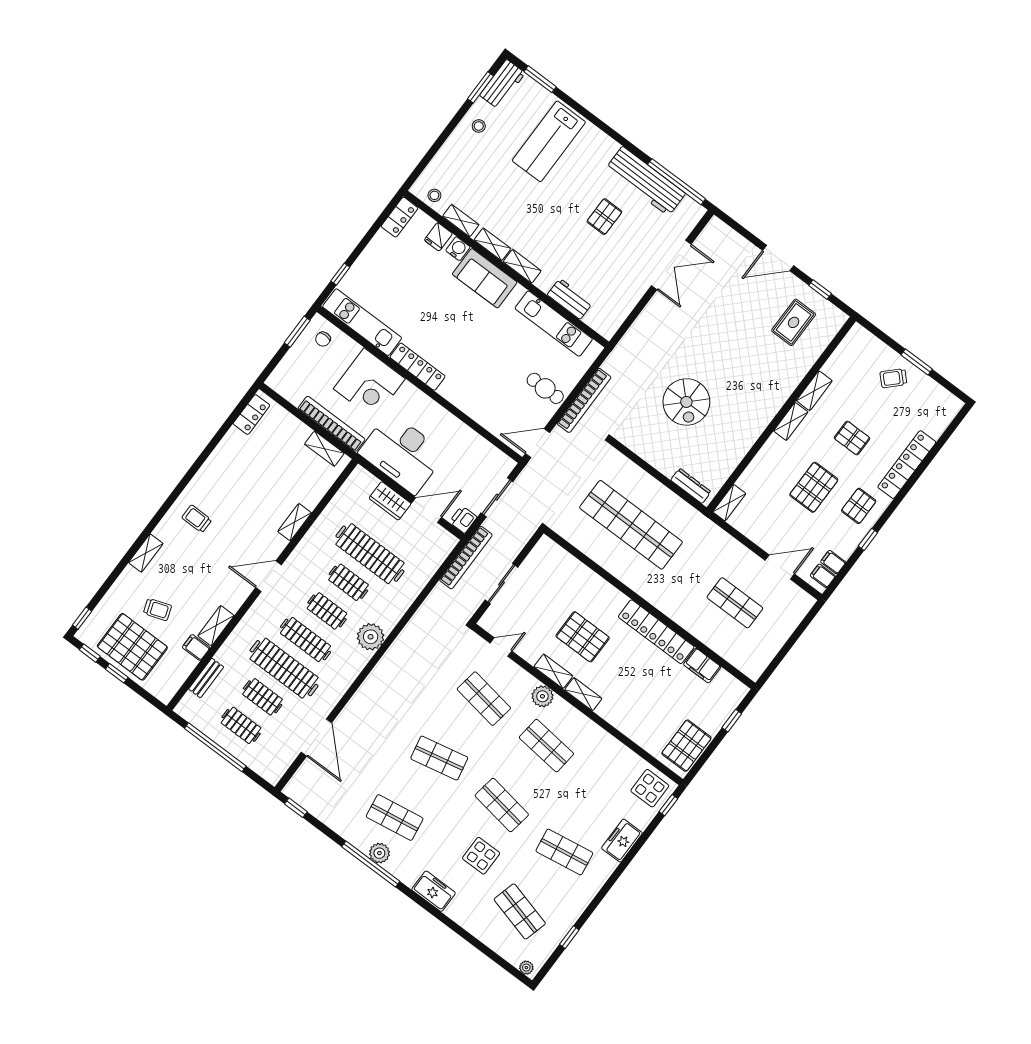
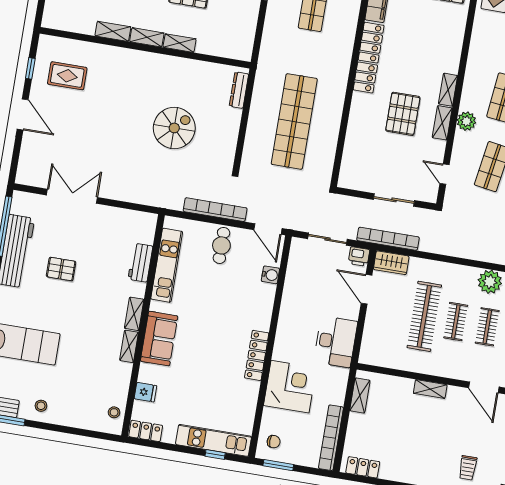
shelving: (461, 221) -> (123, 381), removed
water cooler: (458, 249) -> (270, 275), moved, turned 180
kitchen unit: (362, 322) -> (214, 440), moved, turned 90
bookcase: (331, 424) -> (331, 438), moved
desk: (402, 453) -> (336, 342), width x0.73, depth x0.77
wardrobe: (390, 501) -> (391, 263), moved, turned 90
shelving: (729, 503) -> (180, 43), moved

